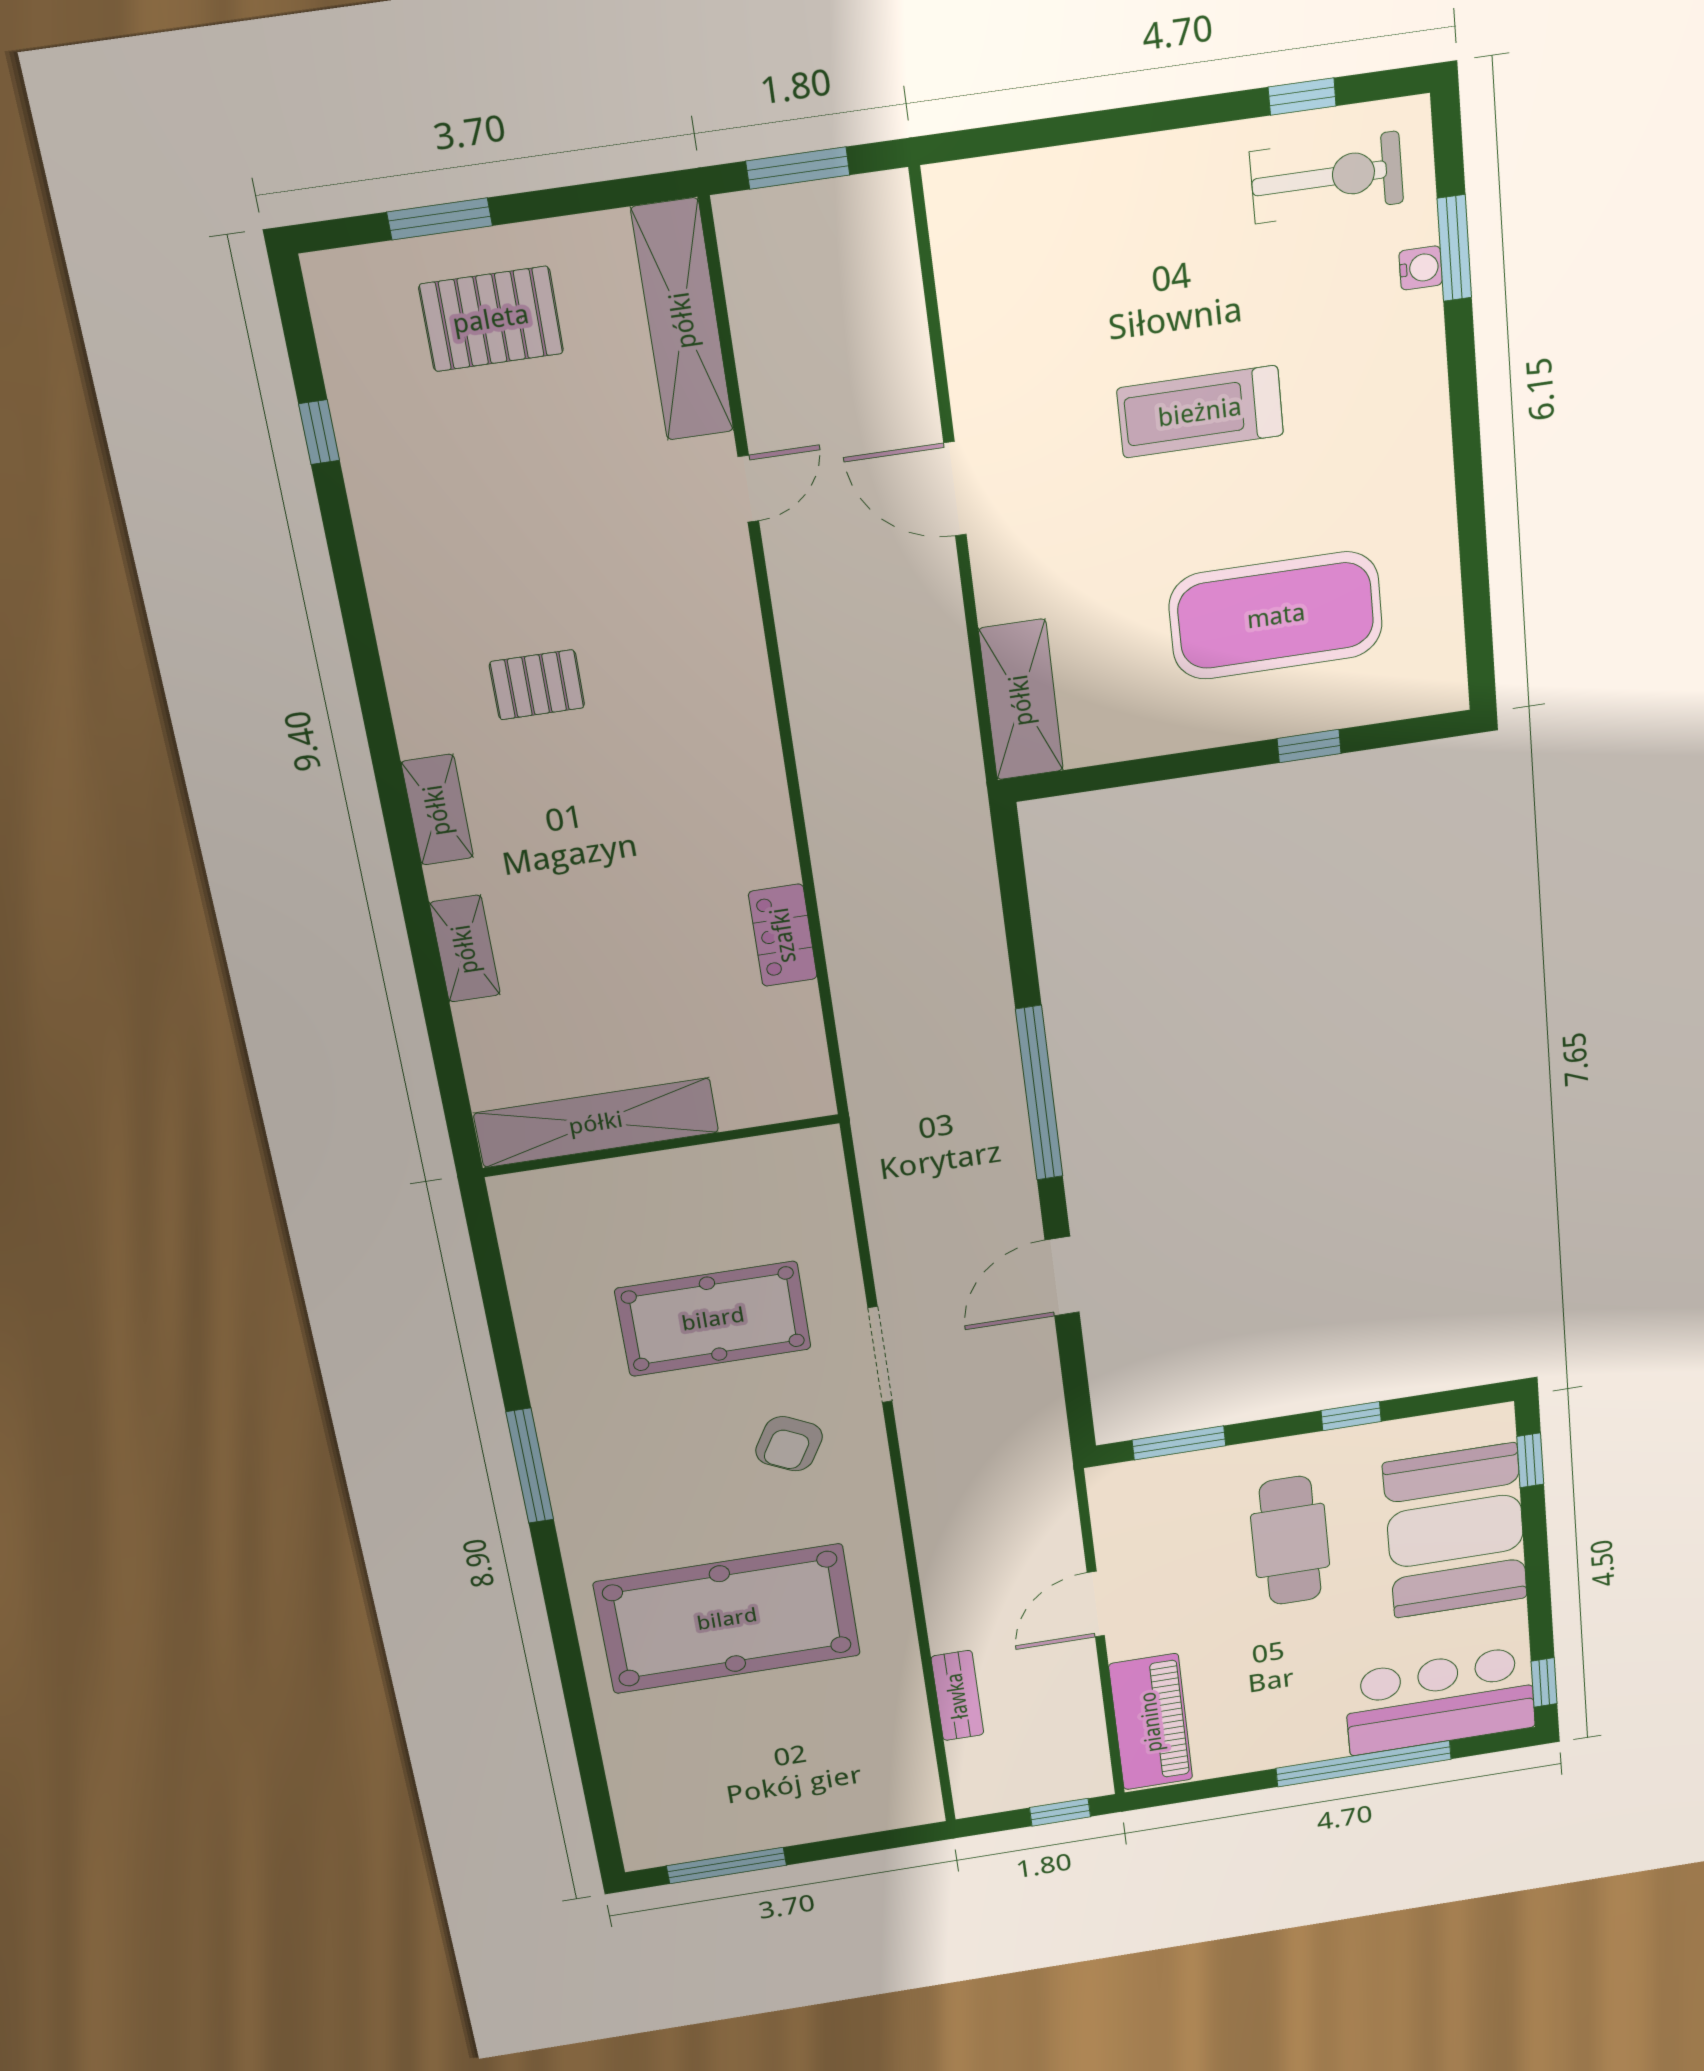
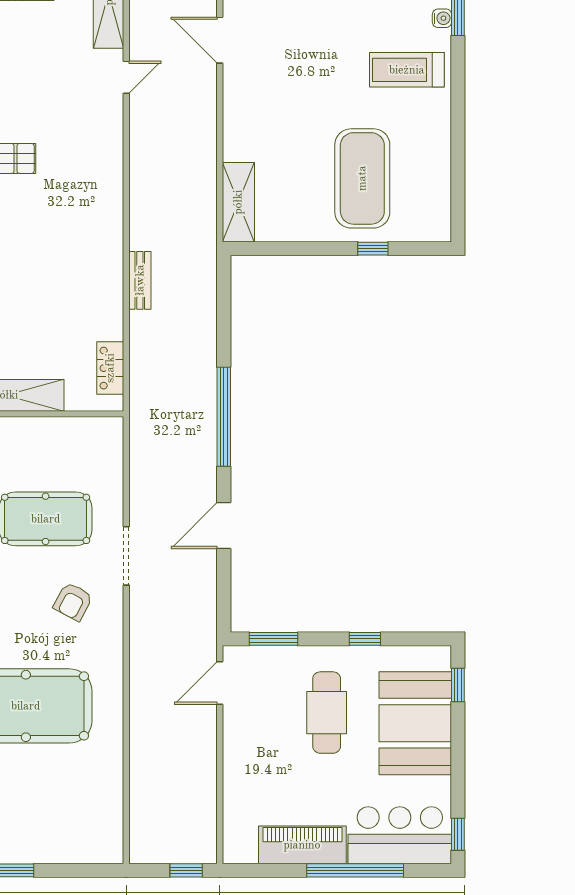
treadmill: (1200, 412) -> (407, 70), moved
door: (955, 489) -> (220, 40), moved
exercise mat: (1276, 616) -> (362, 178), turned 90
locker: (783, 935) -> (110, 368), moved
door: (1096, 1604) -> (220, 683), moved
bench: (957, 1696) -> (140, 280), moved
piano: (1151, 1722) -> (302, 845), moved, turned -90

